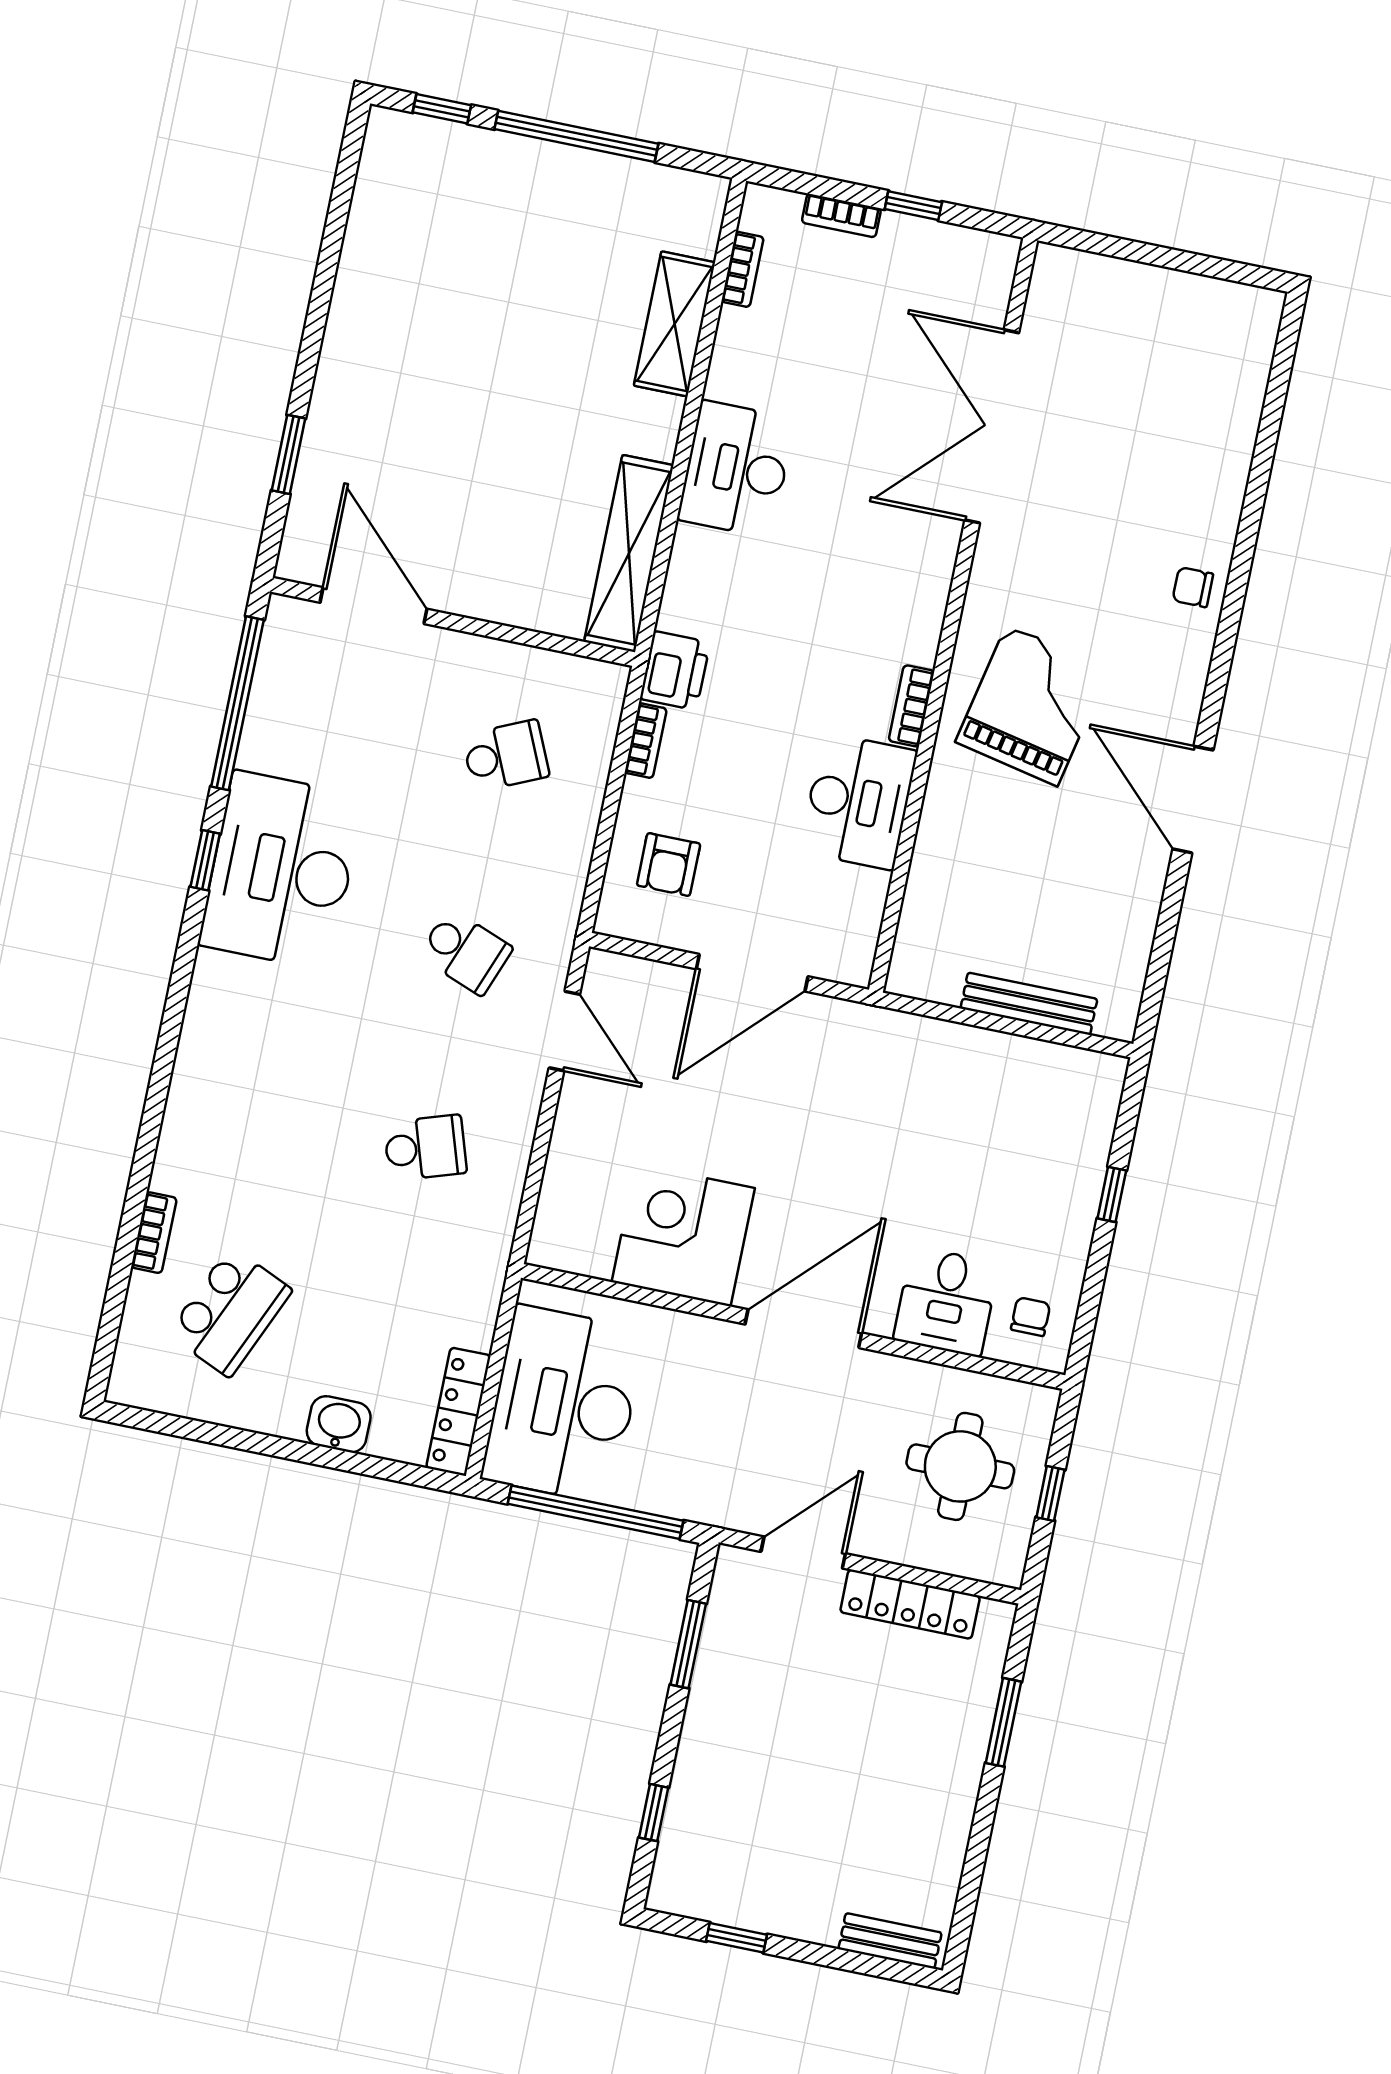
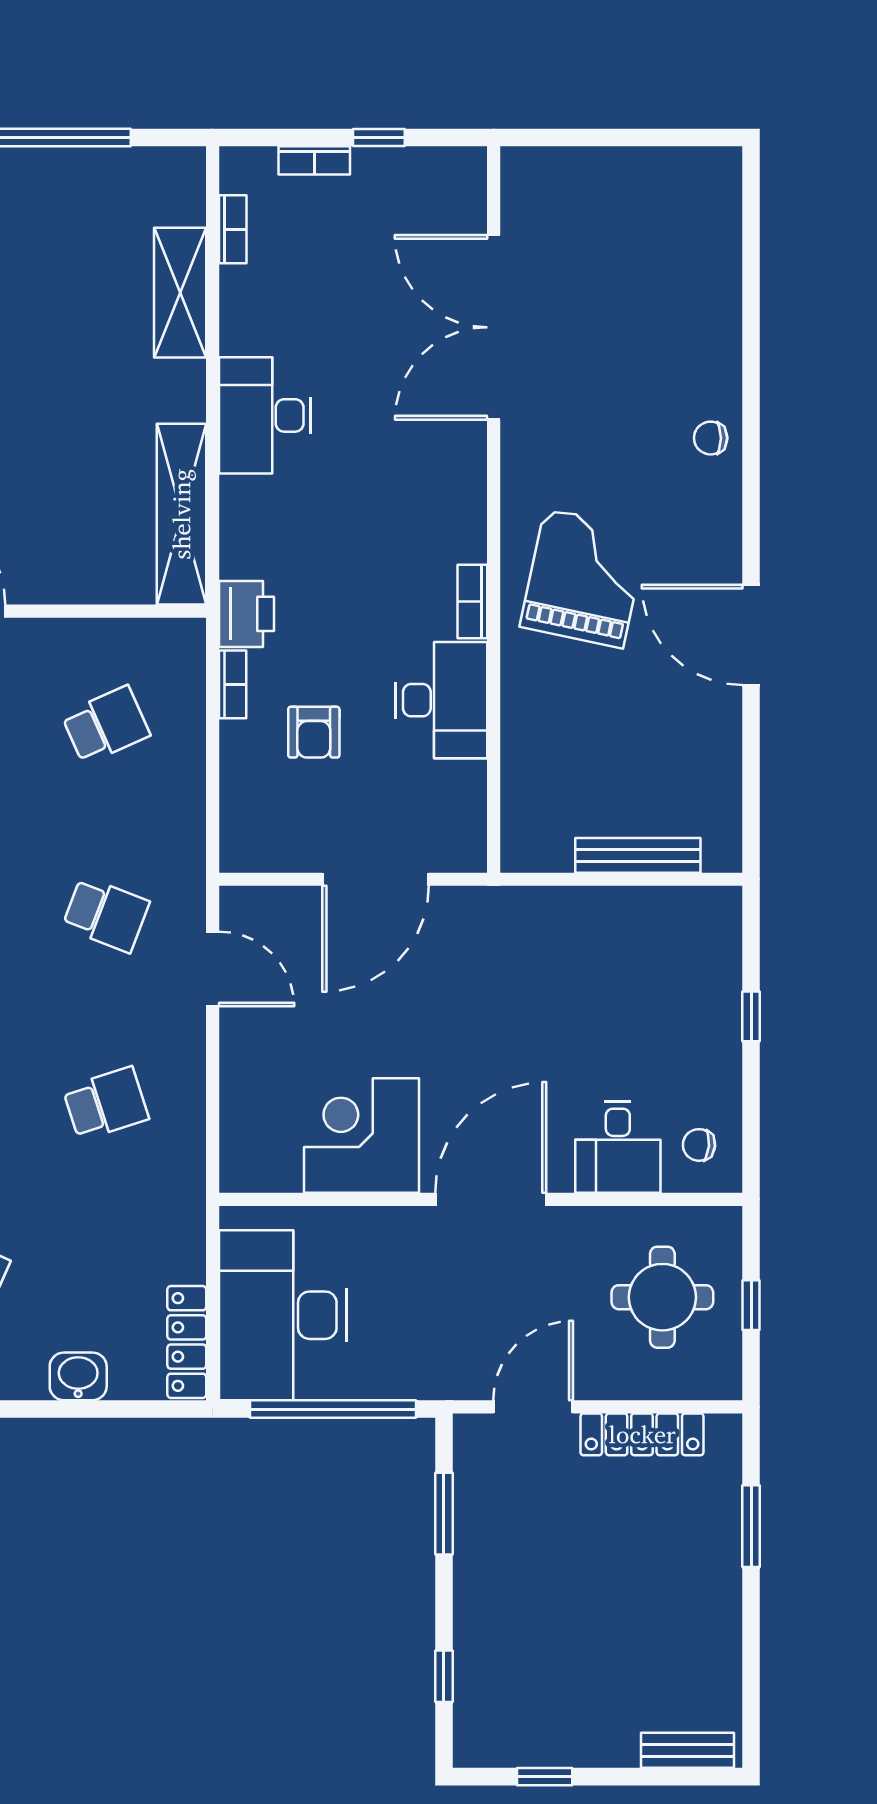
armchair: (669, 865) -> (314, 732), moved
chair: (1031, 1317) -> (699, 1145), turned -85

